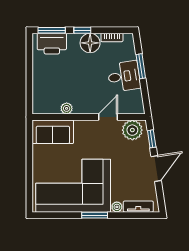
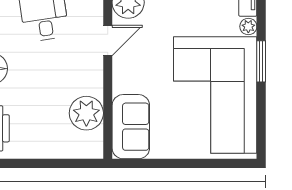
plant: (67, 108) -> (86, 113), width x1.88, depth x1.88
door: (108, 117) -> (108, 41), swing flipped

